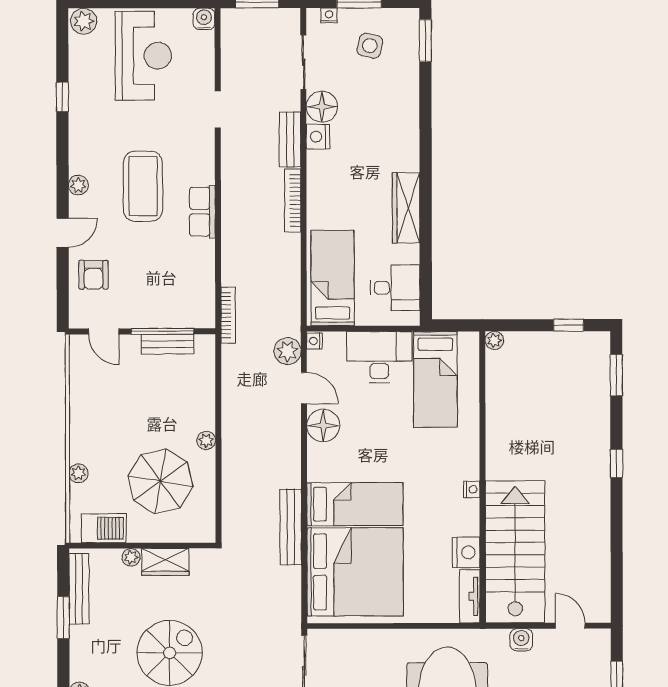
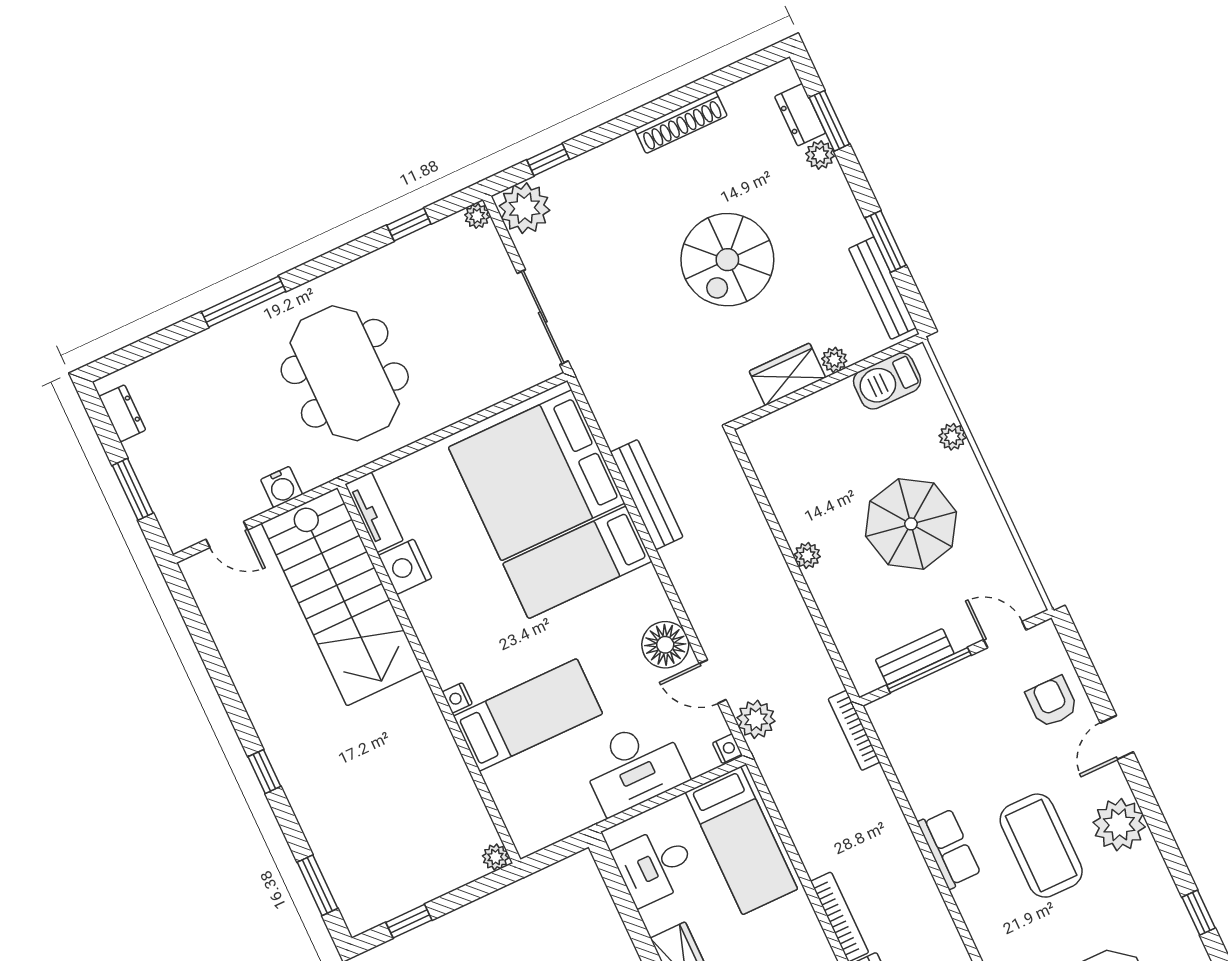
plant: (78, 185) -> (1119, 825), width x1.88, depth x1.88
bed: (435, 379) -> (528, 715), moved, turned 90
parasol: (160, 481) -> (911, 524), moved
nightstand: (472, 489) -> (457, 698), moved

